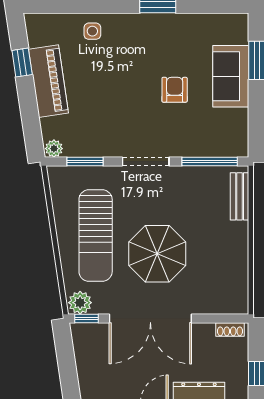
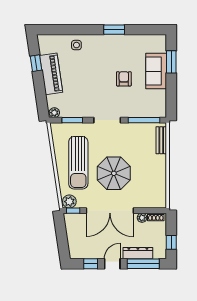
plant: (206, 331) -> (142, 218), added

